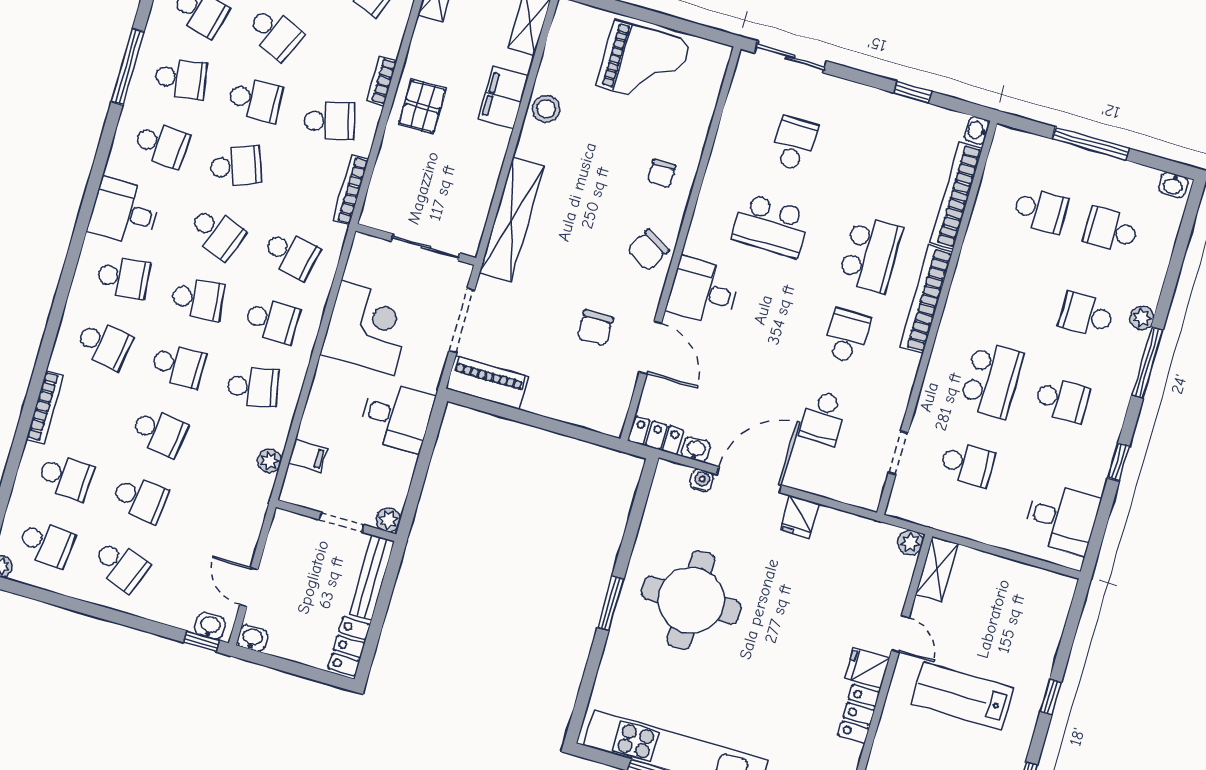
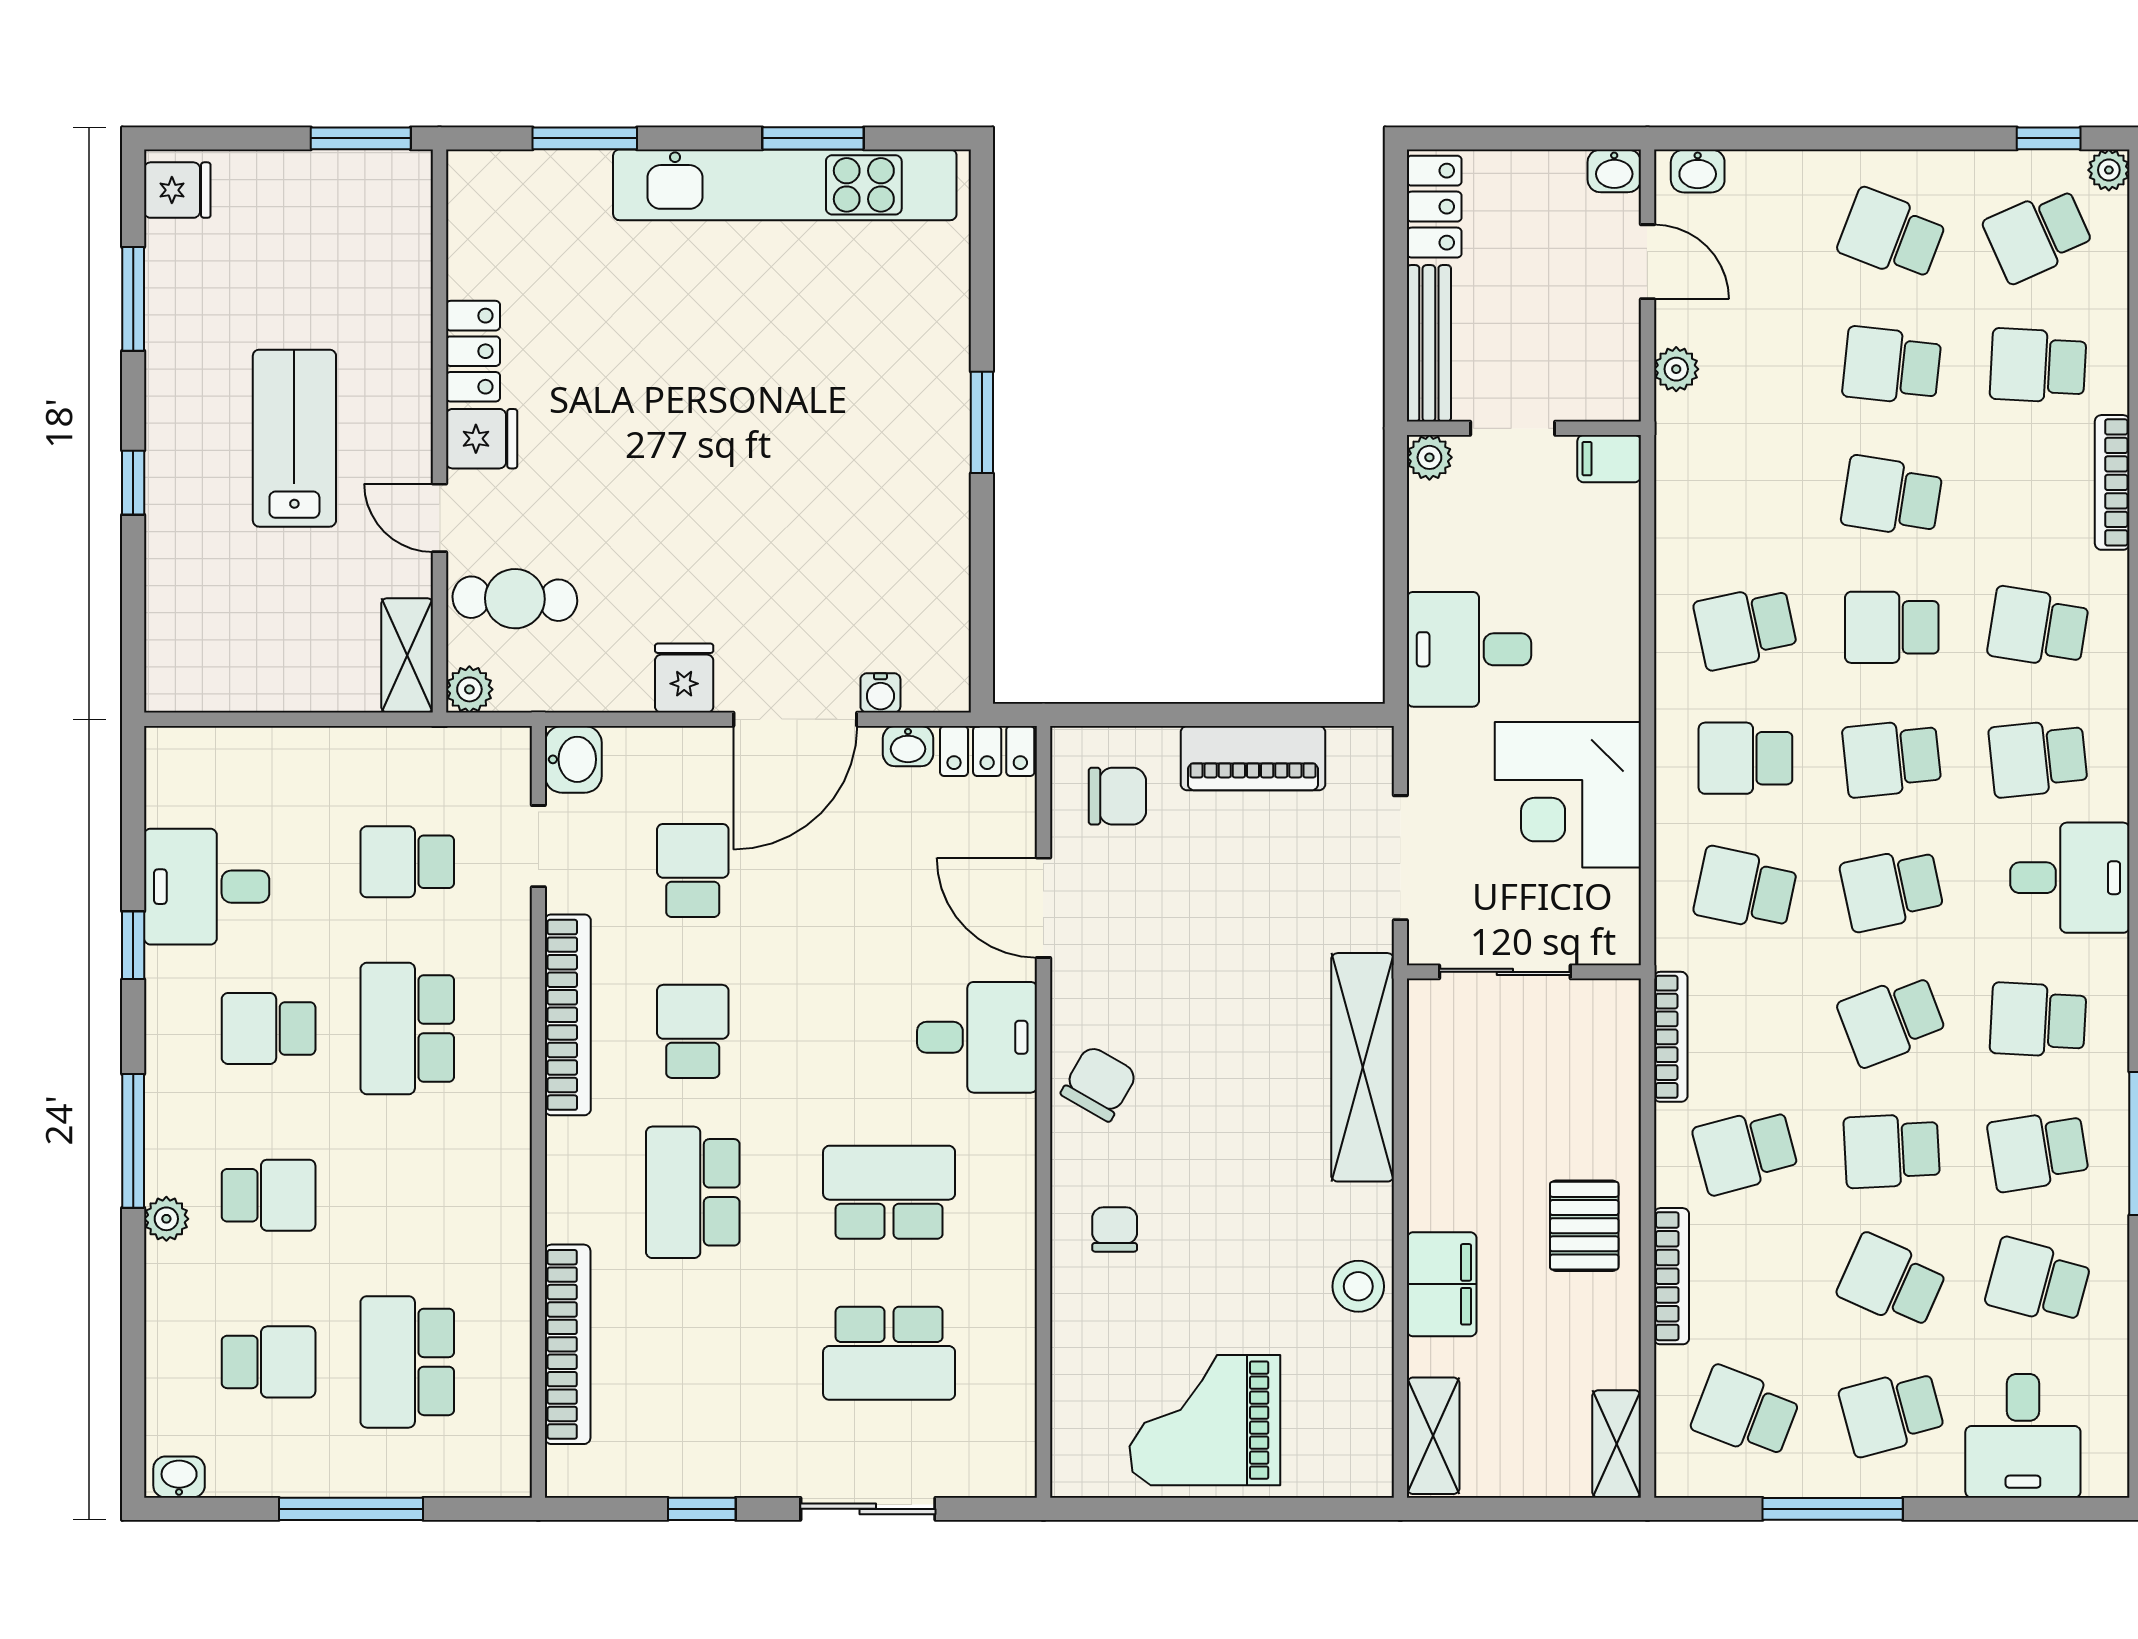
sliding door: (790, 57) -> (868, 1509), moved
bookcase: (382, 81) -> (1671, 1276), width x1.56
washbasin: (977, 131) -> (573, 759), moved, width x1.38, depth x1.45
school desk: (794, 144) -> (889, 1353), width x1.85
school desk: (1040, 210) -> (407, 1362), width x1.85
school desk: (217, 233) -> (1892, 889), turned -33
bookcase: (926, 299) -> (568, 1015), moved
chair: (595, 328) -> (1117, 796), moved, turned 90
school desk: (847, 336) -> (693, 1031), turned 180
piano: (487, 383) -> (1253, 758), moved
filing cabinet: (308, 456) -> (1609, 459), moved
plant: (269, 461) -> (1676, 369), moved
desk: (1062, 519) -> (207, 887), moved
school desk: (46, 544) -> (2038, 235), turned -30
cafe table: (874, 582) -> (515, 599), added
round table: (691, 600) -> (837, 470), removed
window: (201, 641) -> (2049, 138), moved
lab bench: (962, 696) -> (294, 438), turned -90

